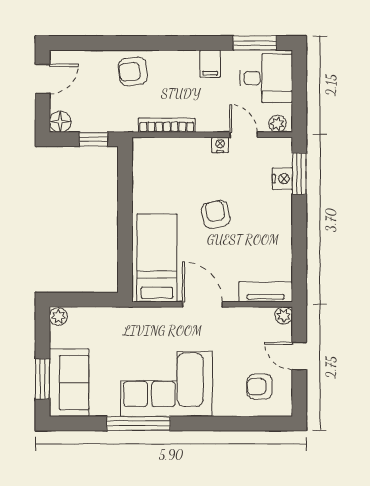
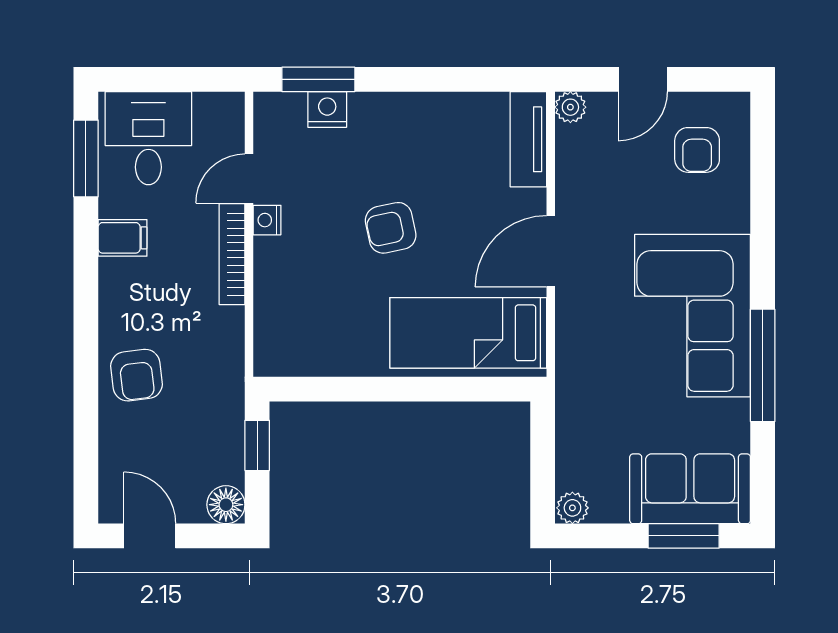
plant: (277, 124) -> (230, 118), removed
bookcase: (167, 125) -> (232, 254), moved

